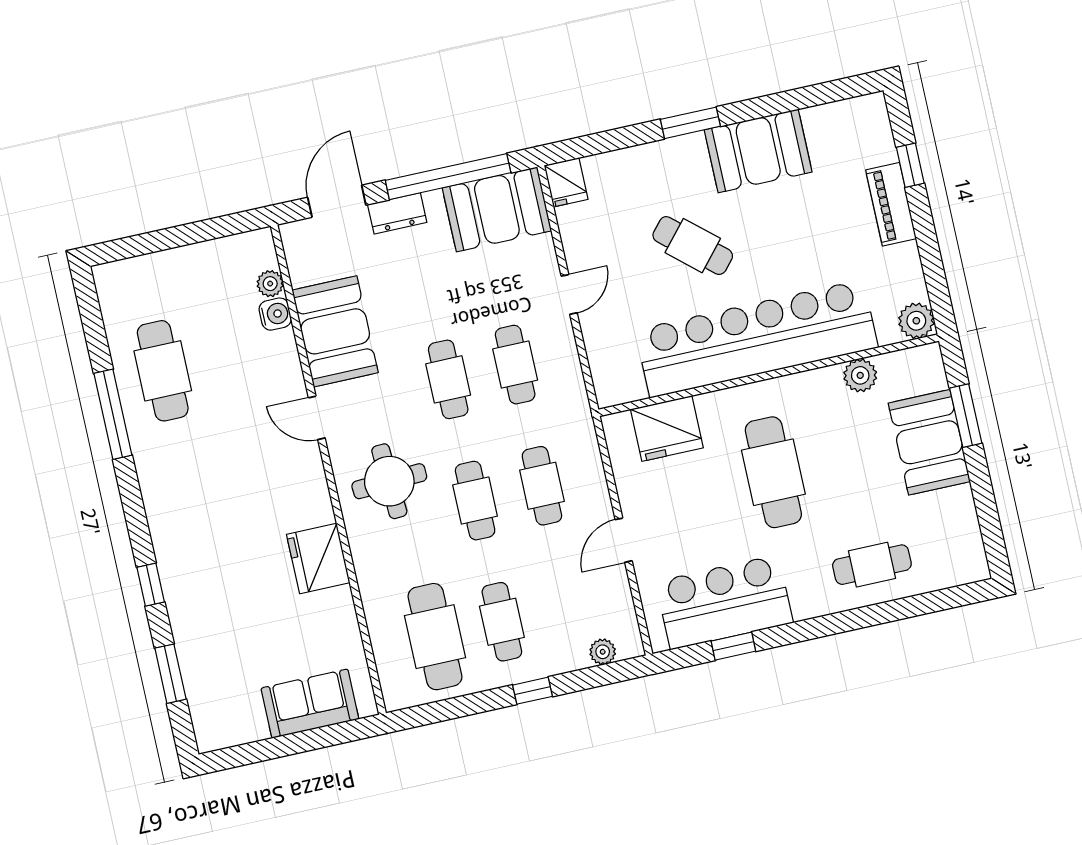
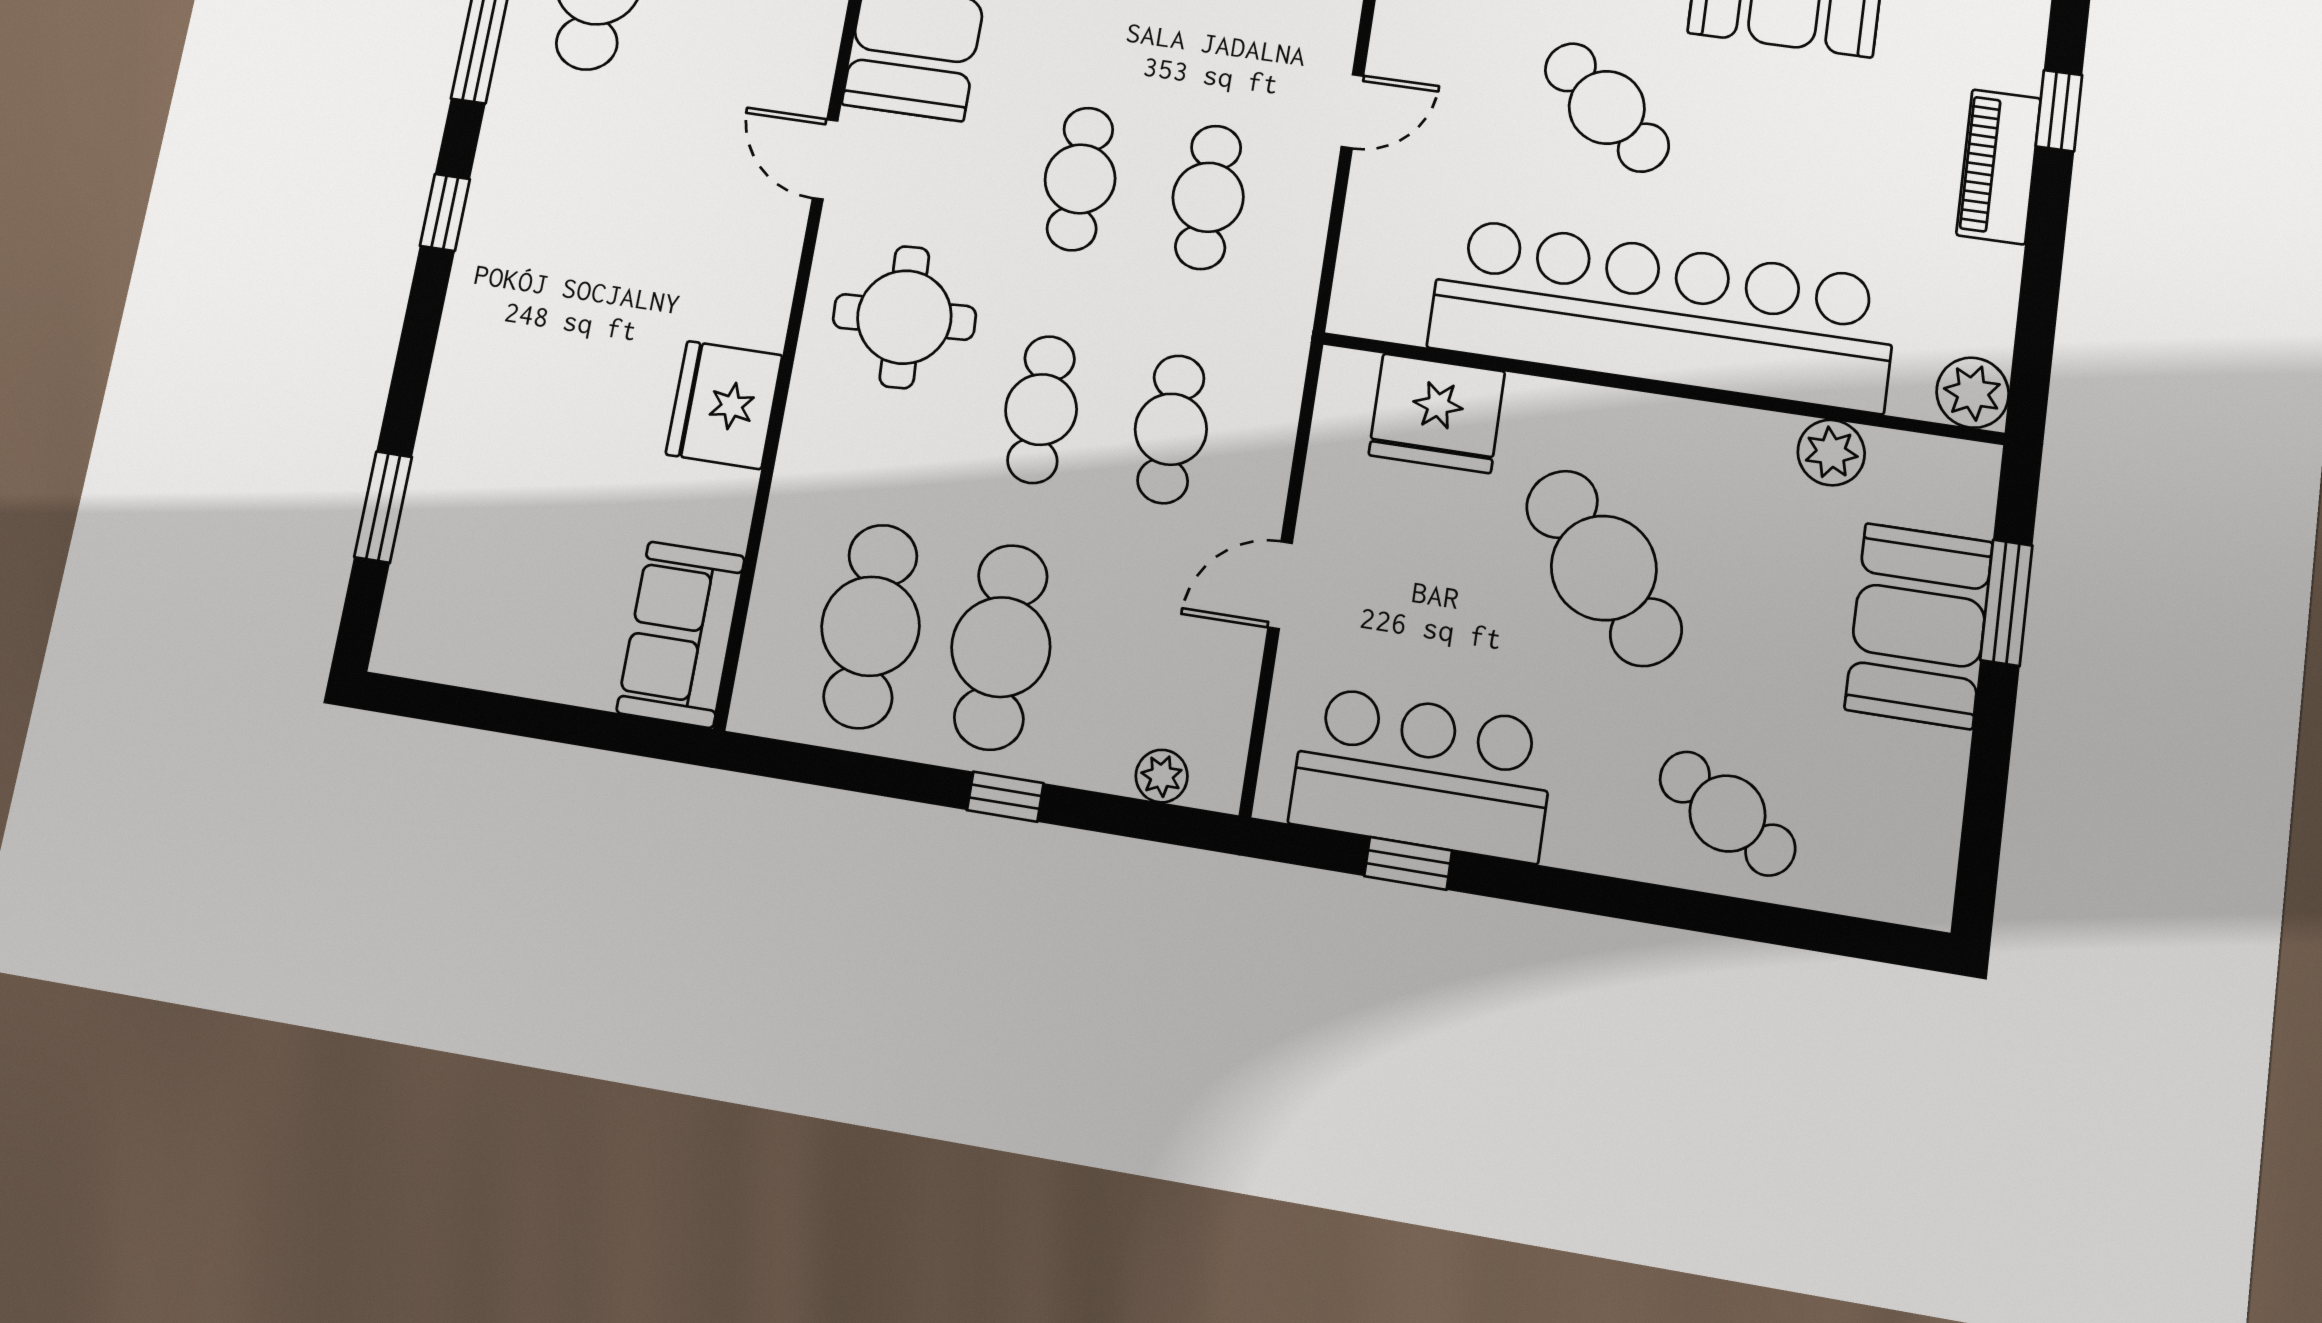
cafe table: (773, 472) -> (1604, 568), turned -41
cafe table: (872, 565) -> (1727, 813), turned 32
window: (151, 585) -> (445, 212), moved
cafe table: (502, 622) -> (1001, 647), width x1.37, depth x1.35
sofa: (310, 704) -> (681, 634), moved, turned -90

